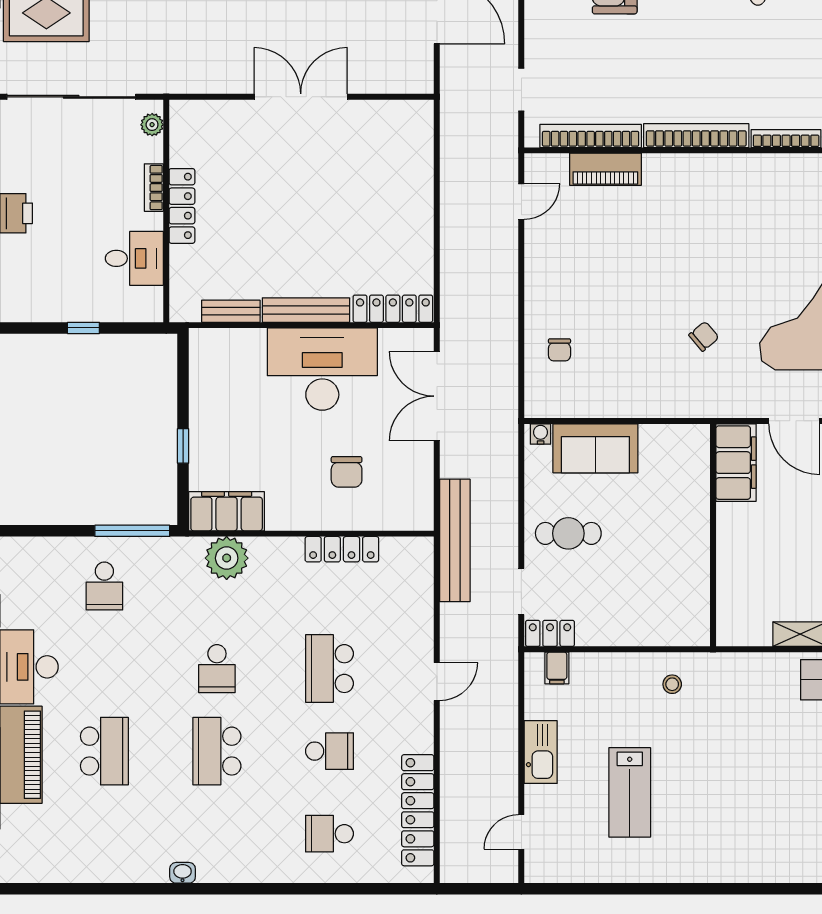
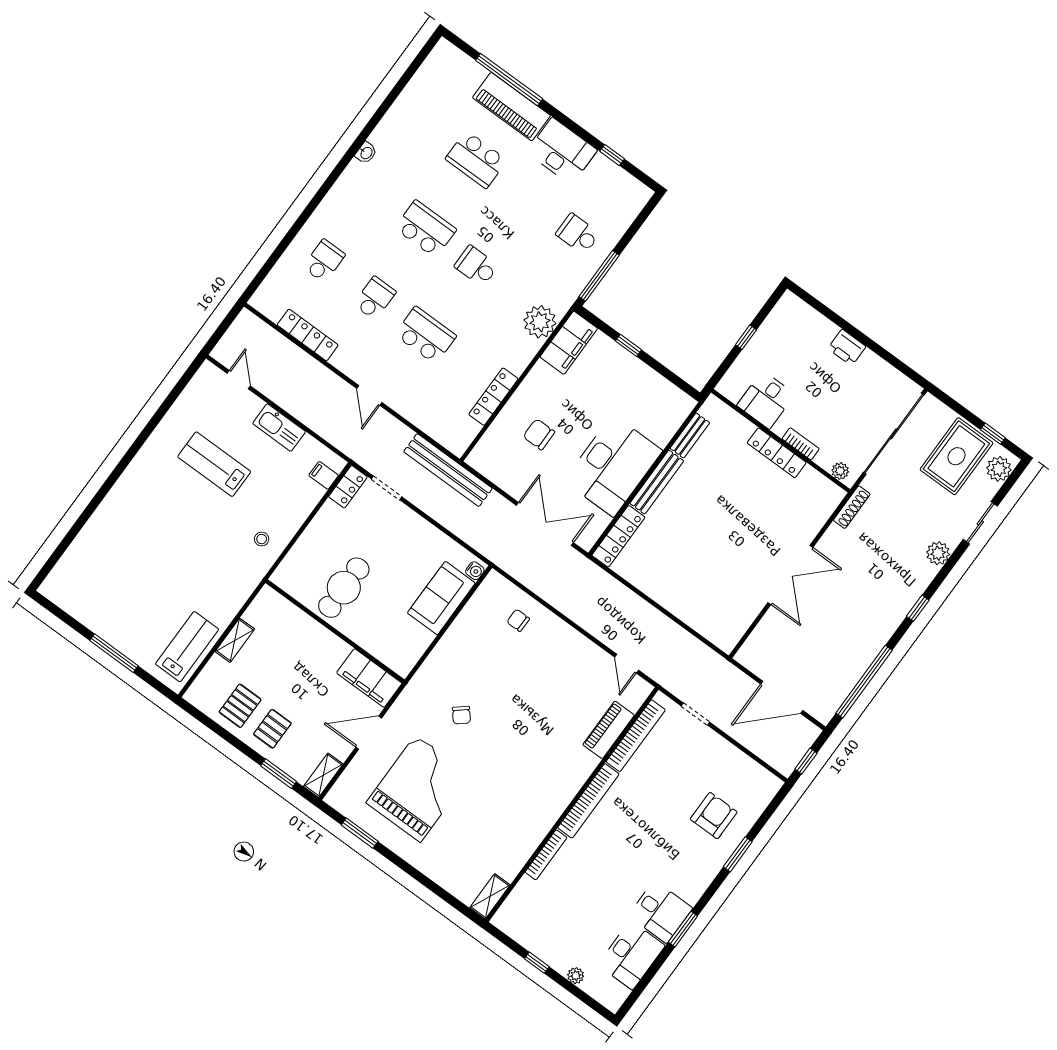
shoe rack: (181, 84) -> (852, 507), added
cafe table: (568, 533) -> (344, 588), moved, width x1.37, depth x1.35
school desk: (329, 751) -> (375, 298), turned 180
locker: (418, 810) -> (308, 335), width x0.71, depth x0.83

